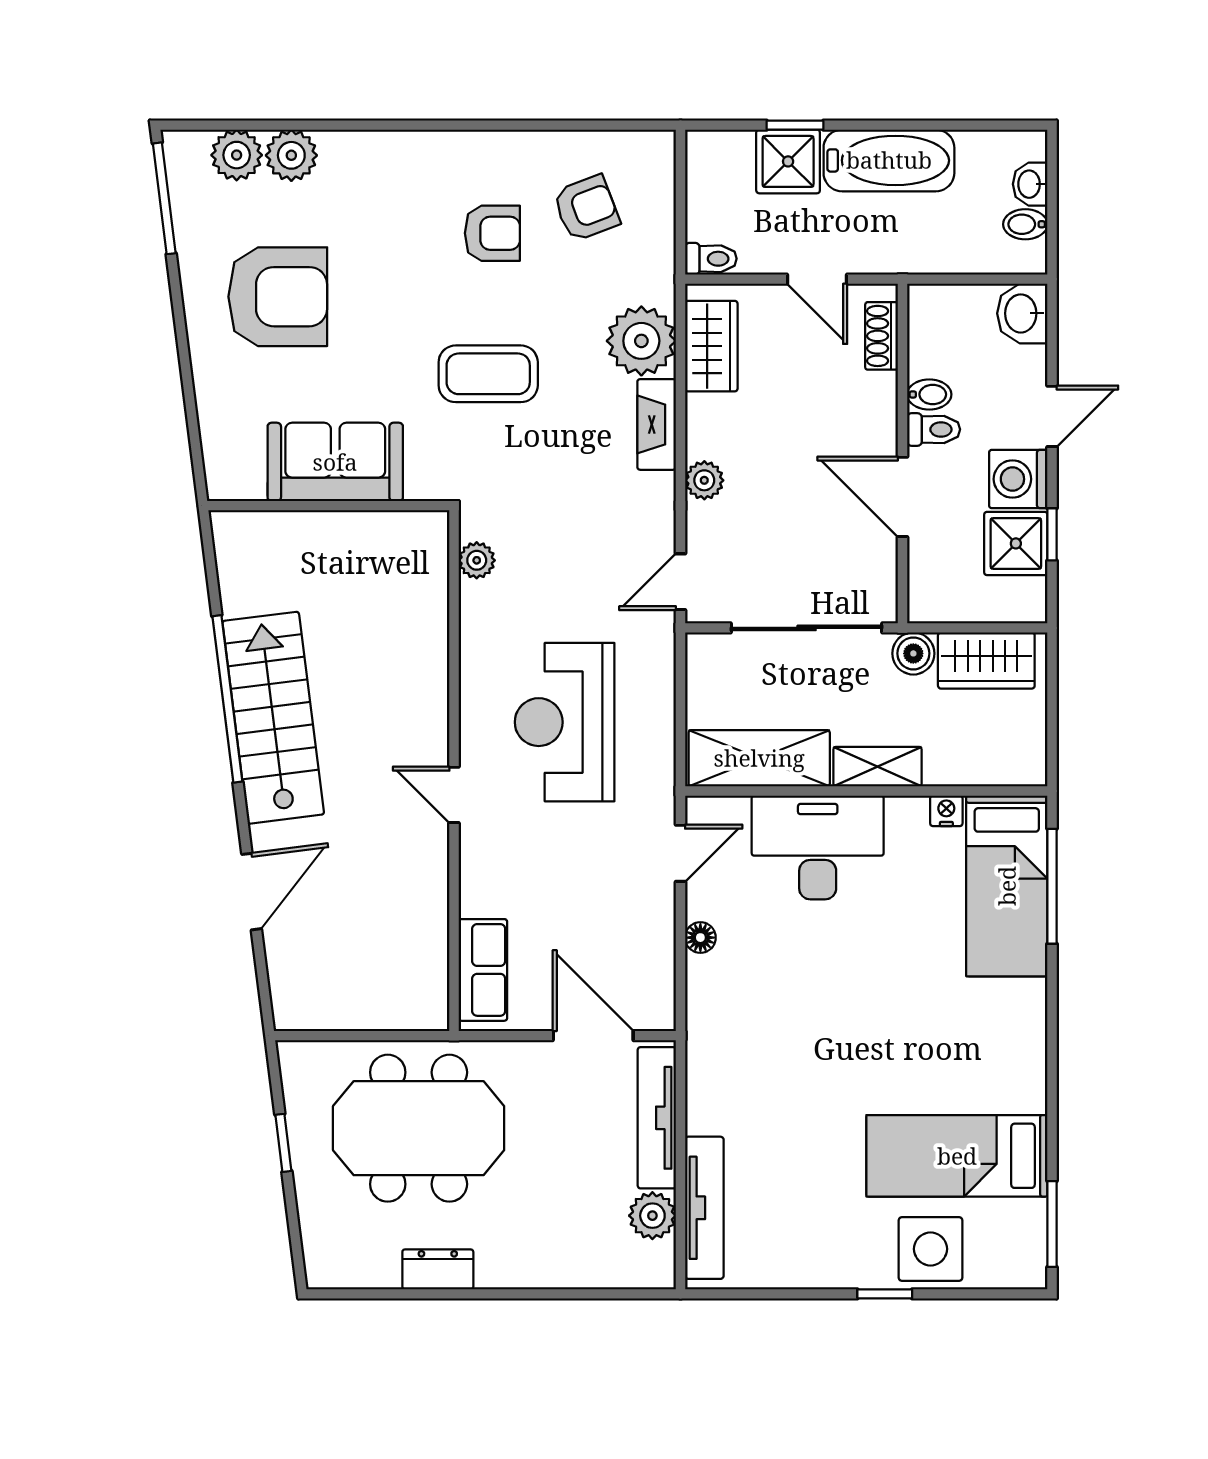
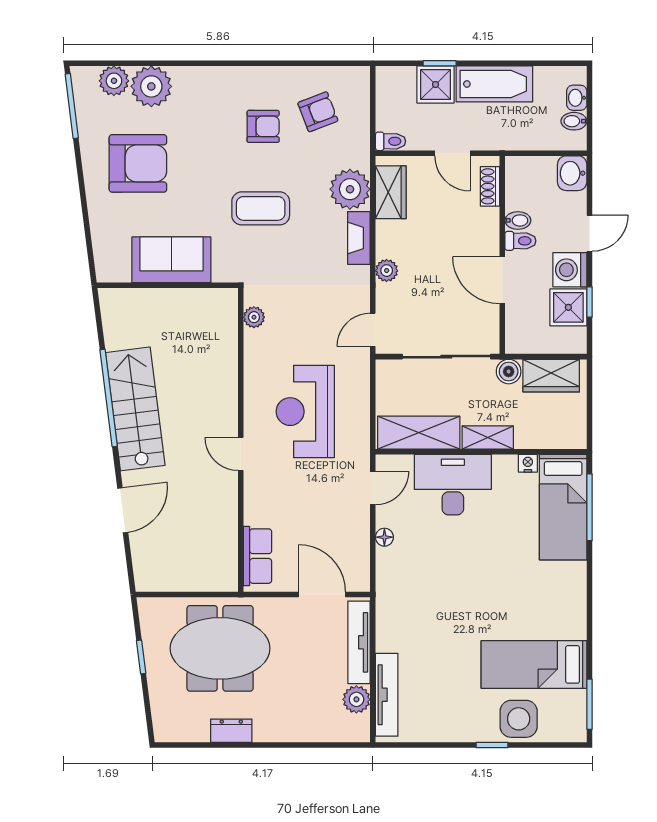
plant: (291, 155) -> (151, 86), width x1.36, depth x1.36

